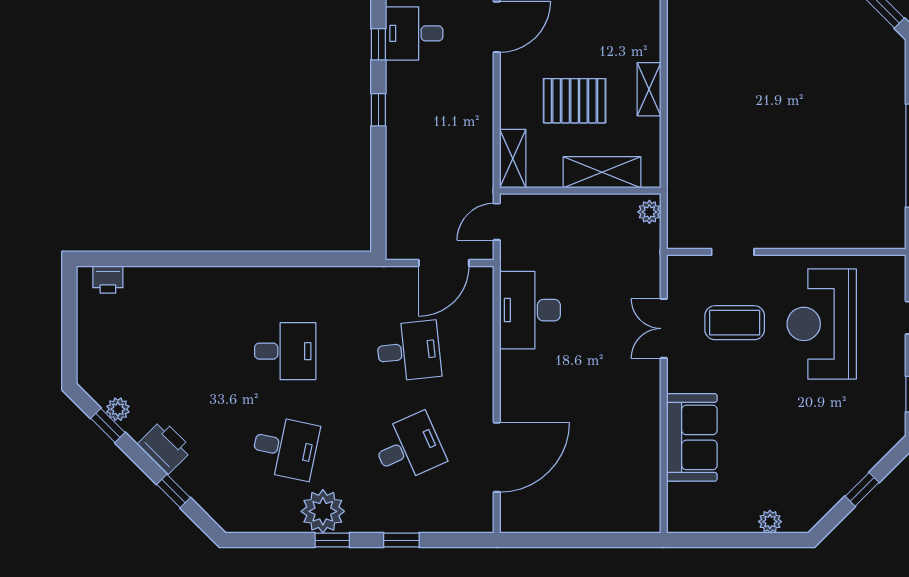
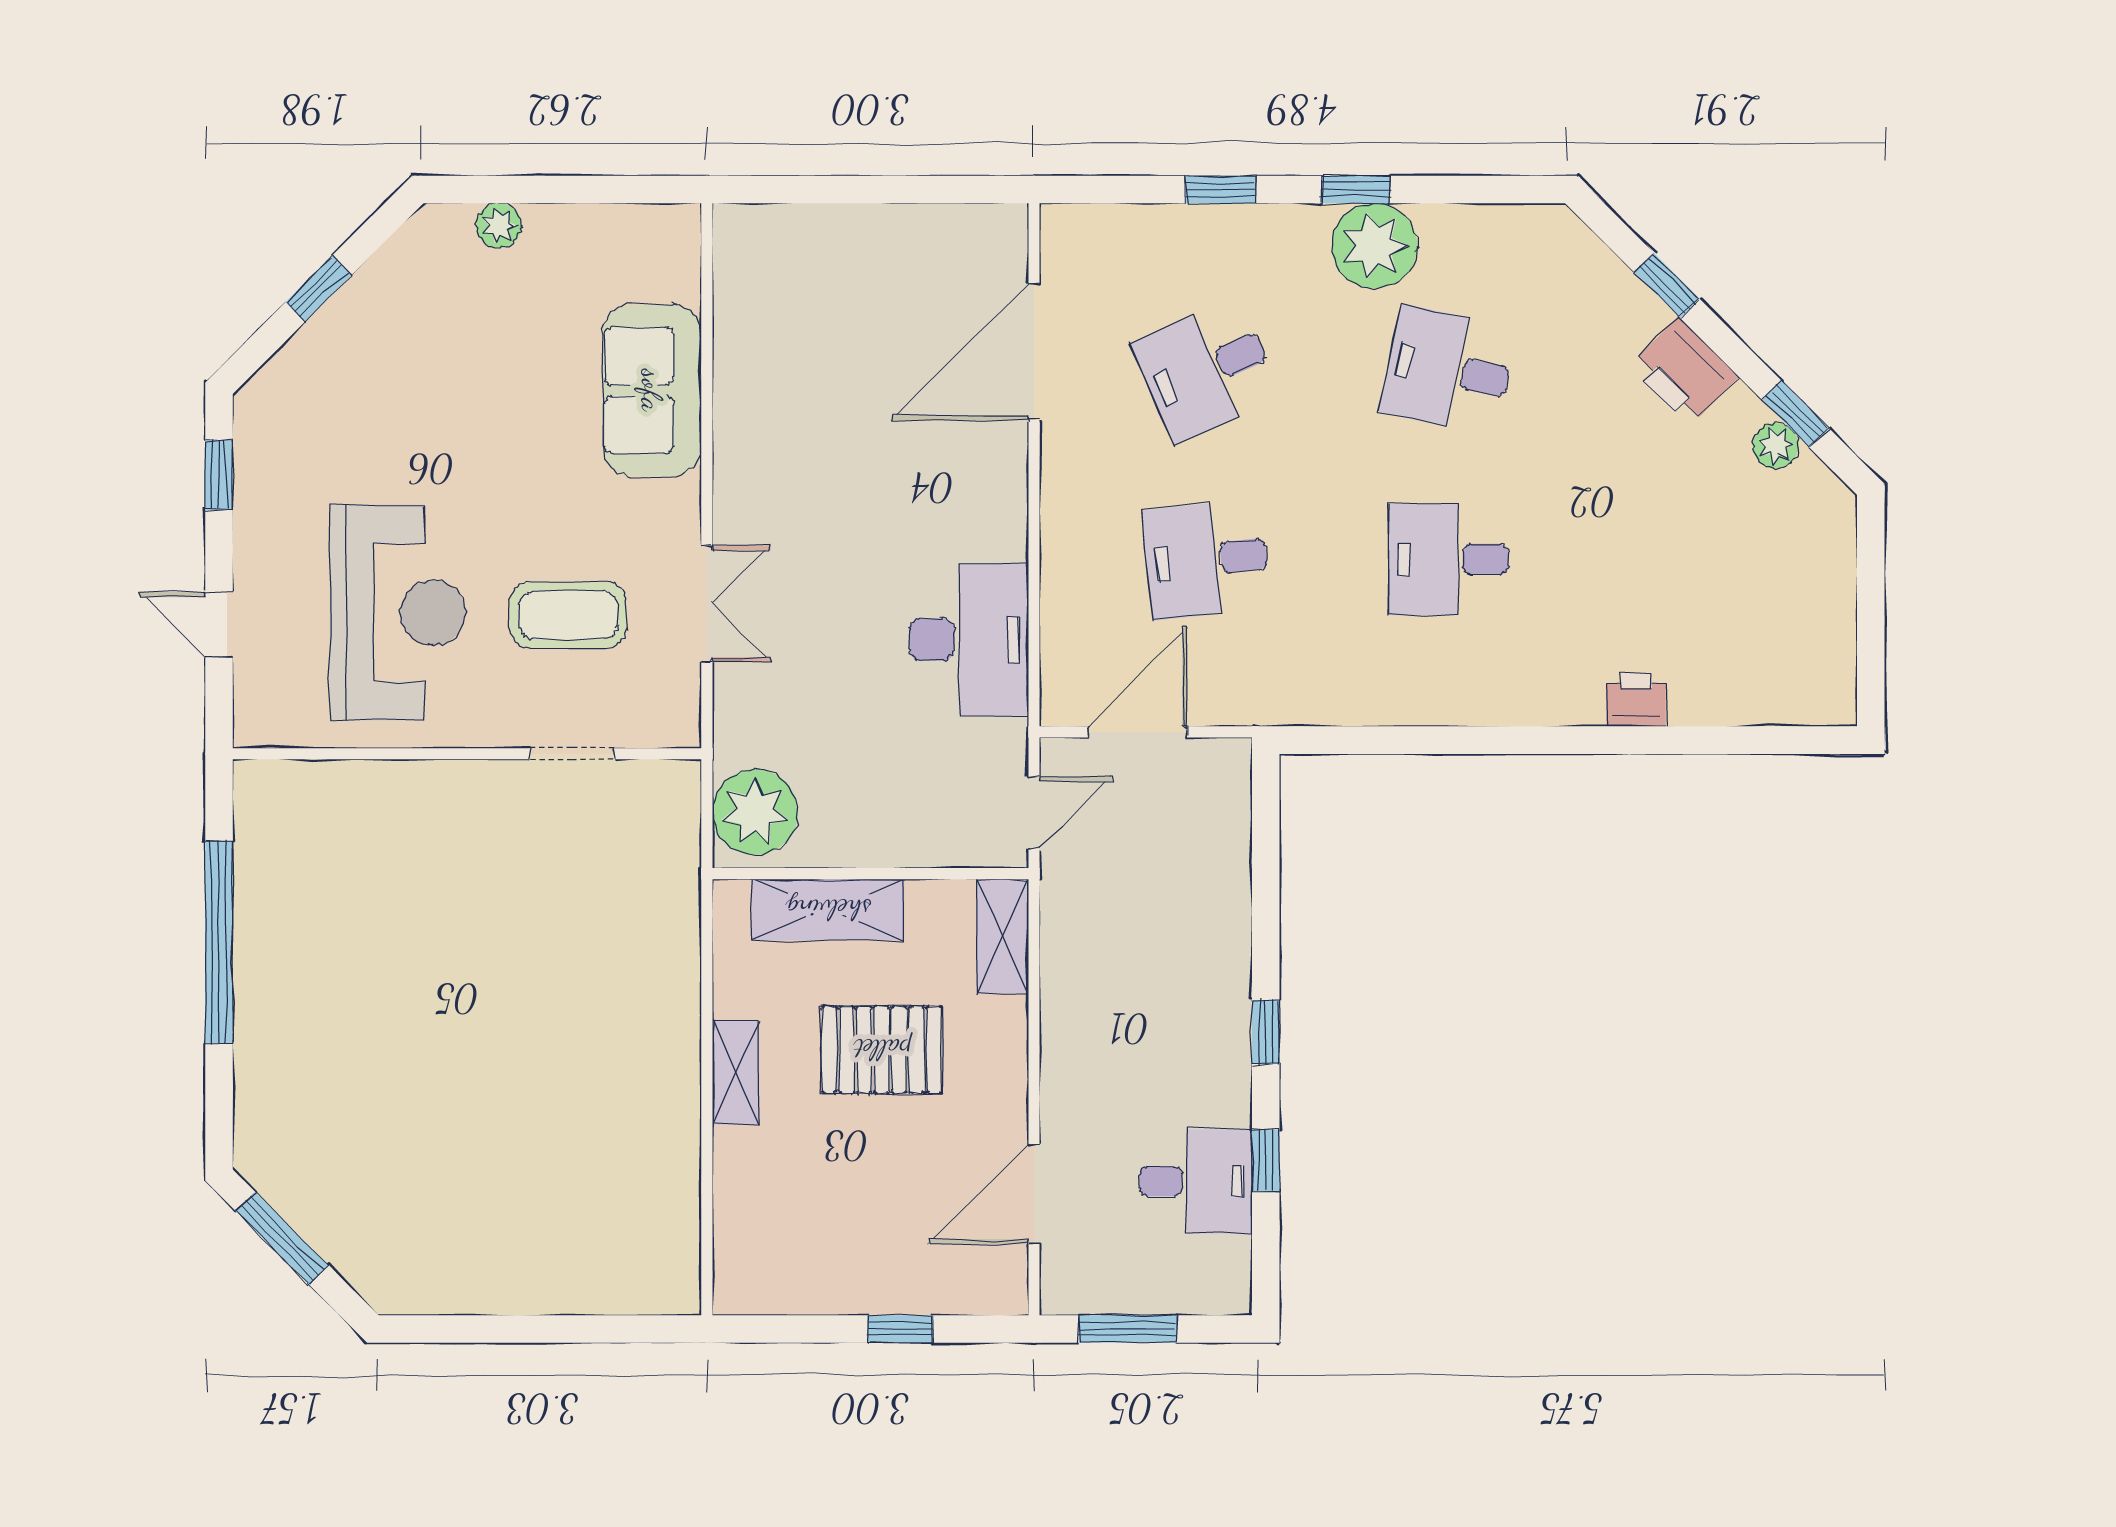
plant: (649, 212) -> (755, 812), width x1.88, depth x1.88
printer: (108, 279) -> (1636, 700), moved

